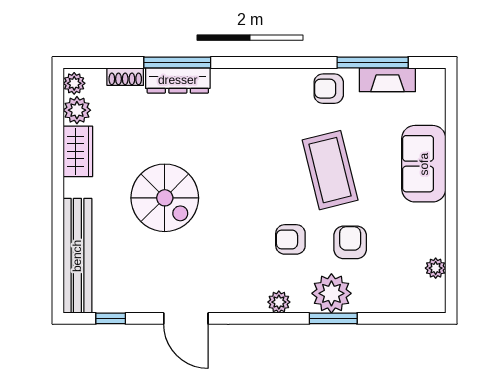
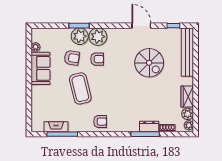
dresser: (178, 80) -> (149, 127), width x0.70
armchair: (329, 89) -> (100, 122), moved
sofa: (424, 164) -> (41, 68), moved
spiral stairs: (165, 198) -> (149, 63), moved, turned 180
armchair: (350, 242) -> (72, 58), turned -81
plant: (279, 302) -> (98, 37), width x1.88, depth x1.88

